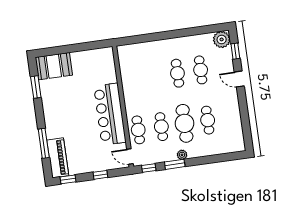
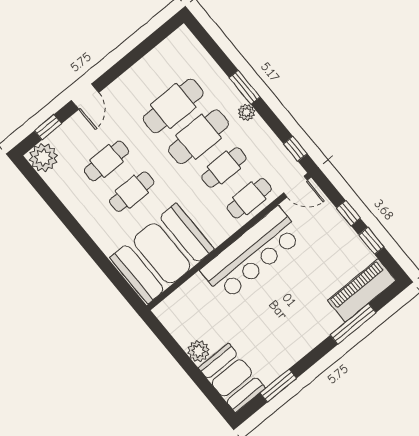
plant: (77, 58) -> (198, 351), added
booth: (137, 69) -> (162, 253), added
cafe table: (208, 120) -> (173, 106), width x1.37, depth x1.35
door: (130, 157) -> (296, 187), hinge flipped
window: (175, 164) -> (245, 87), moved
window: (68, 179) -> (371, 241), moved

